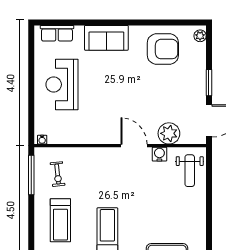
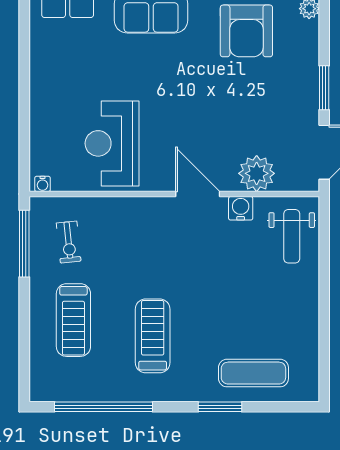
armchair: (163, 49) -> (246, 31), turned 90
reception desk: (62, 84) -> (112, 143), moved

